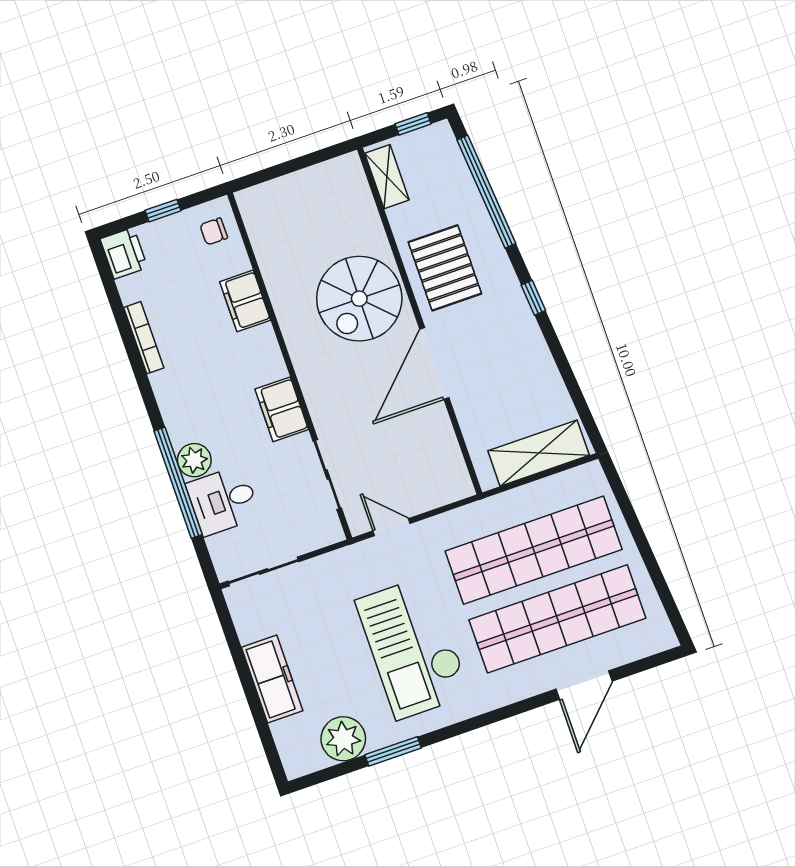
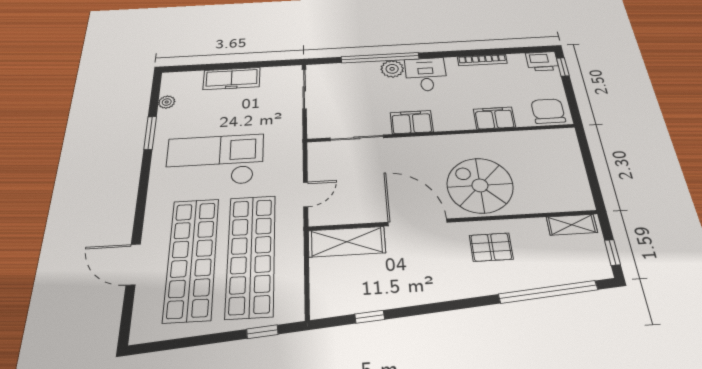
window: (163, 211) -> (563, 67), moved
chair: (214, 231) -> (548, 111), width x1.87, depth x1.87
pallet: (445, 268) -> (491, 247), width x0.67, depth x0.71
window: (533, 298) -> (370, 317), moved
shelving: (539, 453) -> (347, 242), moved, turned 90
desk: (223, 501) -> (426, 74), moved
window: (624, 502) -> (262, 332), added
door: (391, 527) -> (306, 194), moved
plant: (343, 739) -> (167, 102), width x0.53, depth x0.53

